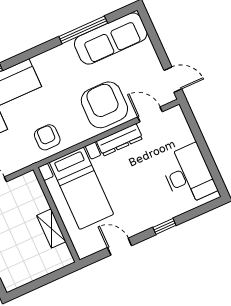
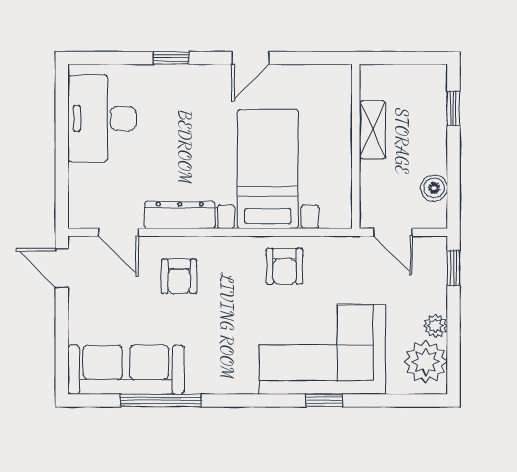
armchair: (104, 105) -> (179, 276), width x0.53, depth x0.53
wall: (57, 215) -> (356, 146), moved
shelving: (51, 228) -> (373, 130), moved
door: (120, 247) -> (250, 58), hinge flipped

